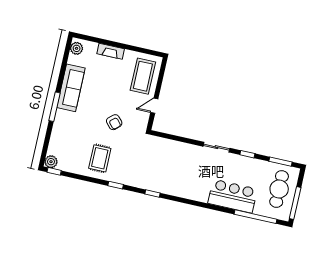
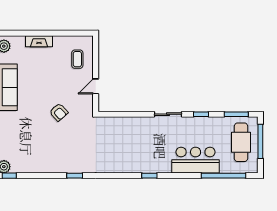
coffee table: (143, 76) -> (77, 59), width x0.54, depth x0.58
rug: (100, 158) -> (52, 152), removed
window: (152, 193) -> (149, 176), moved
window: (295, 203) -> (260, 141), moved

